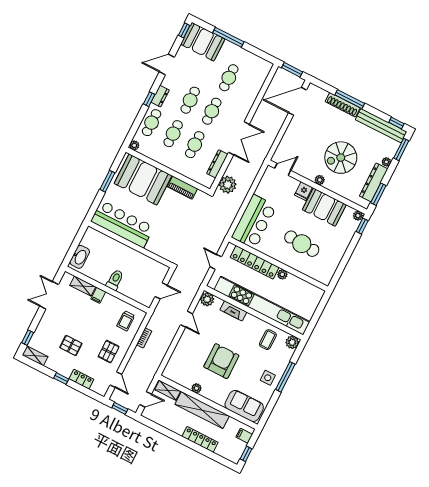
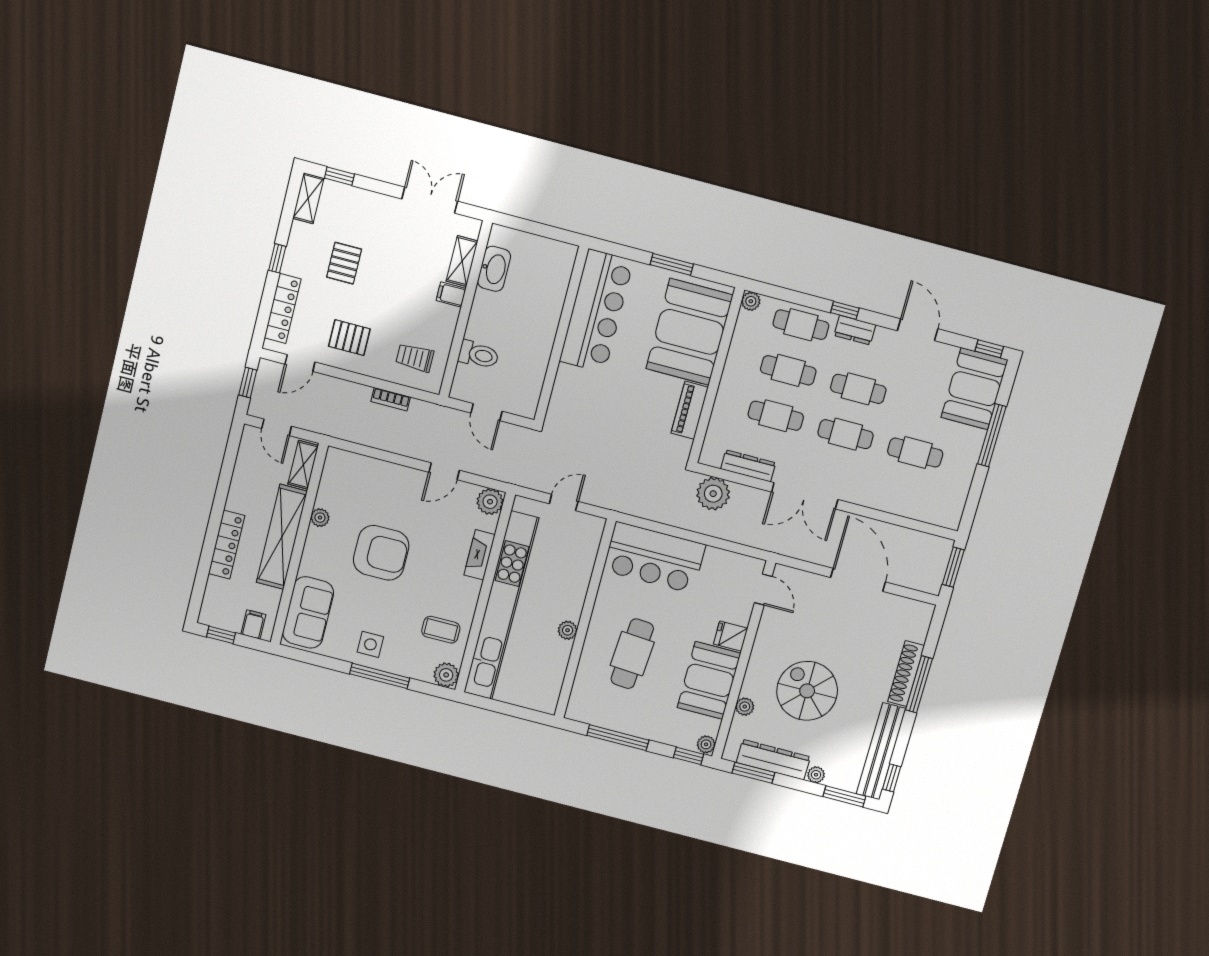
door: (297, 101) -> (858, 580), moved
plant: (320, 180) -> (745, 707), moved
washbasin: (80, 257) -> (494, 269), moved, turned -90
window: (345, 261) -> (618, 738), added
locker: (255, 262) -> (579, 575), removed
toilet: (115, 280) -> (479, 355), moved
locker: (81, 379) -> (283, 308), width x1.53

